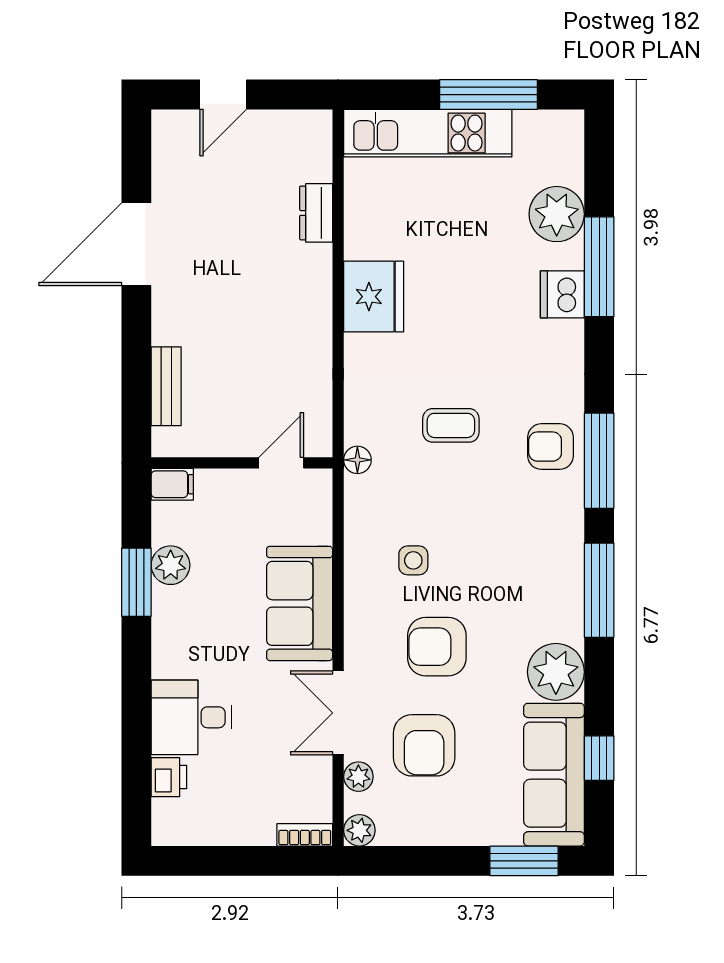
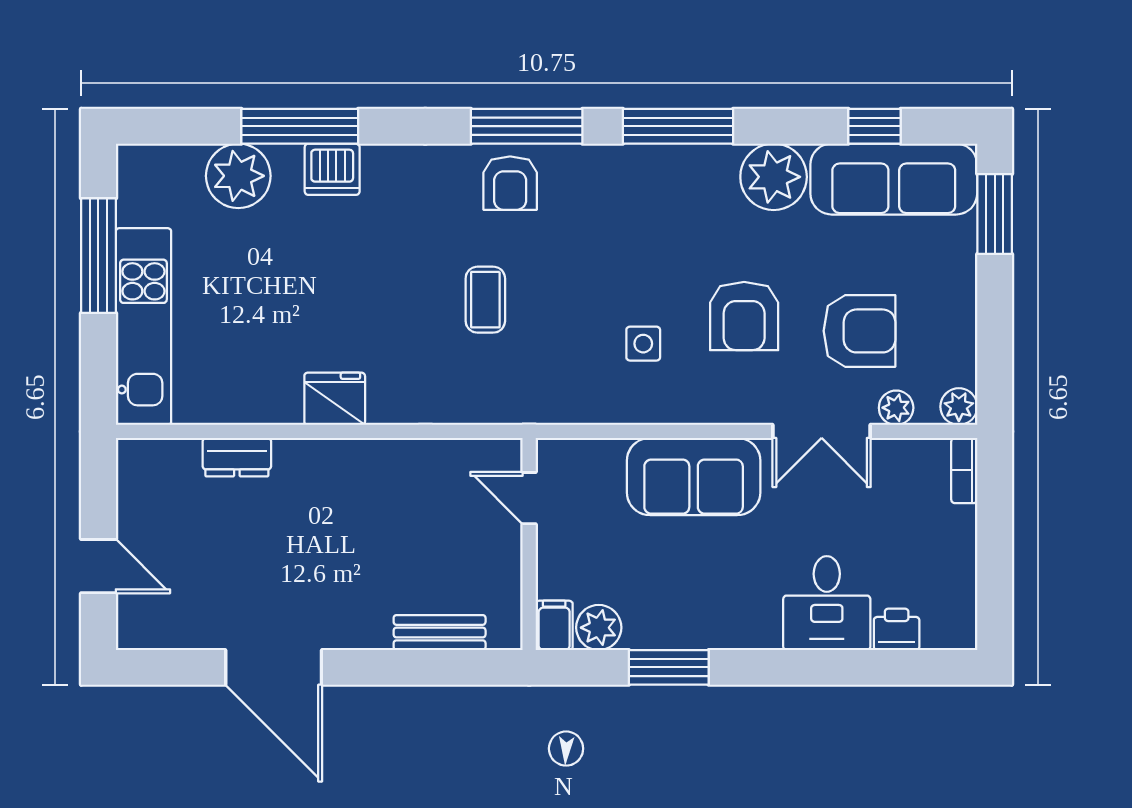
fridge: (374, 297) -> (335, 399), width x0.73, depth x0.75
floor lamp: (357, 460) -> (526, 409), removed
plant: (171, 565) -> (599, 628), moved

